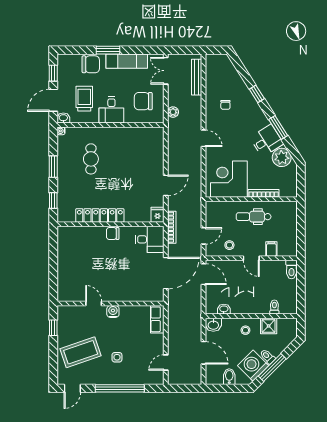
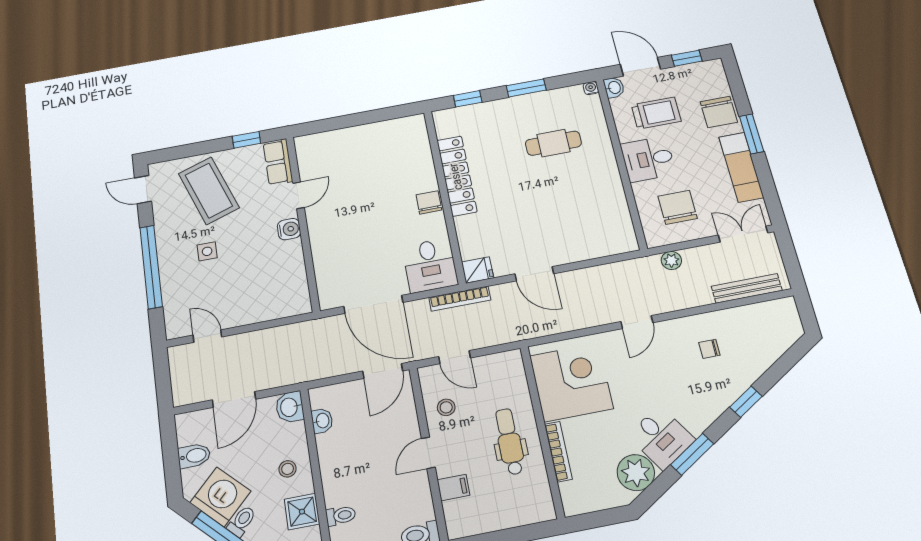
row of seats: (157, 319) -> (278, 162), moved, turned -90

